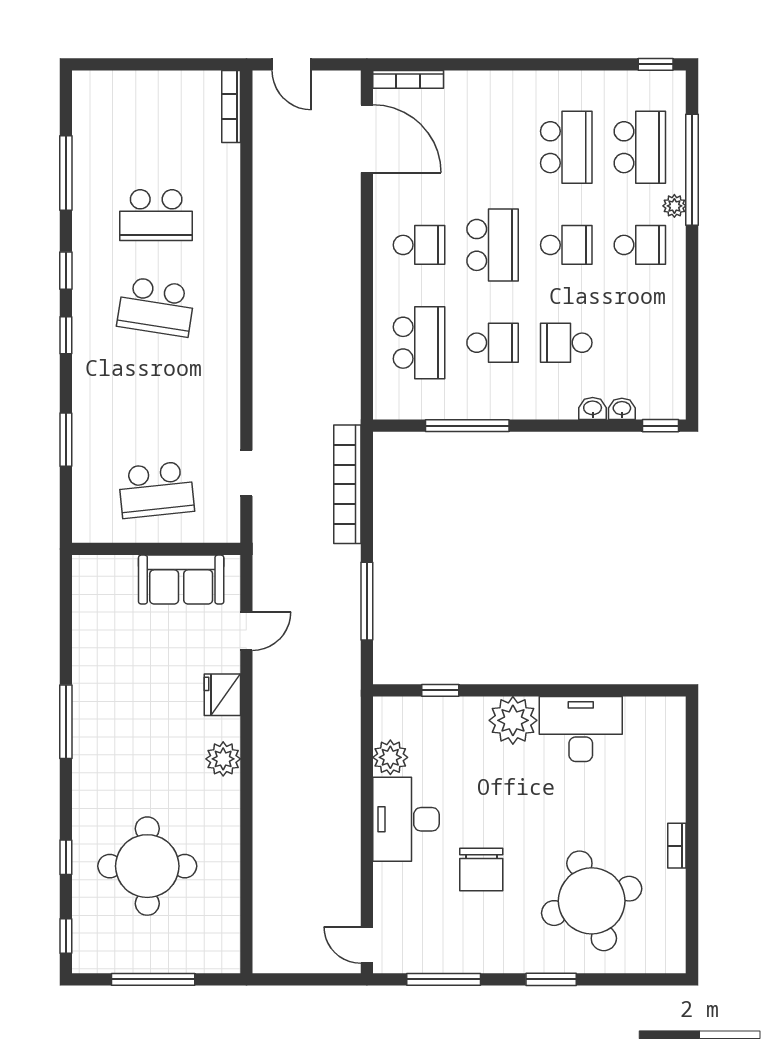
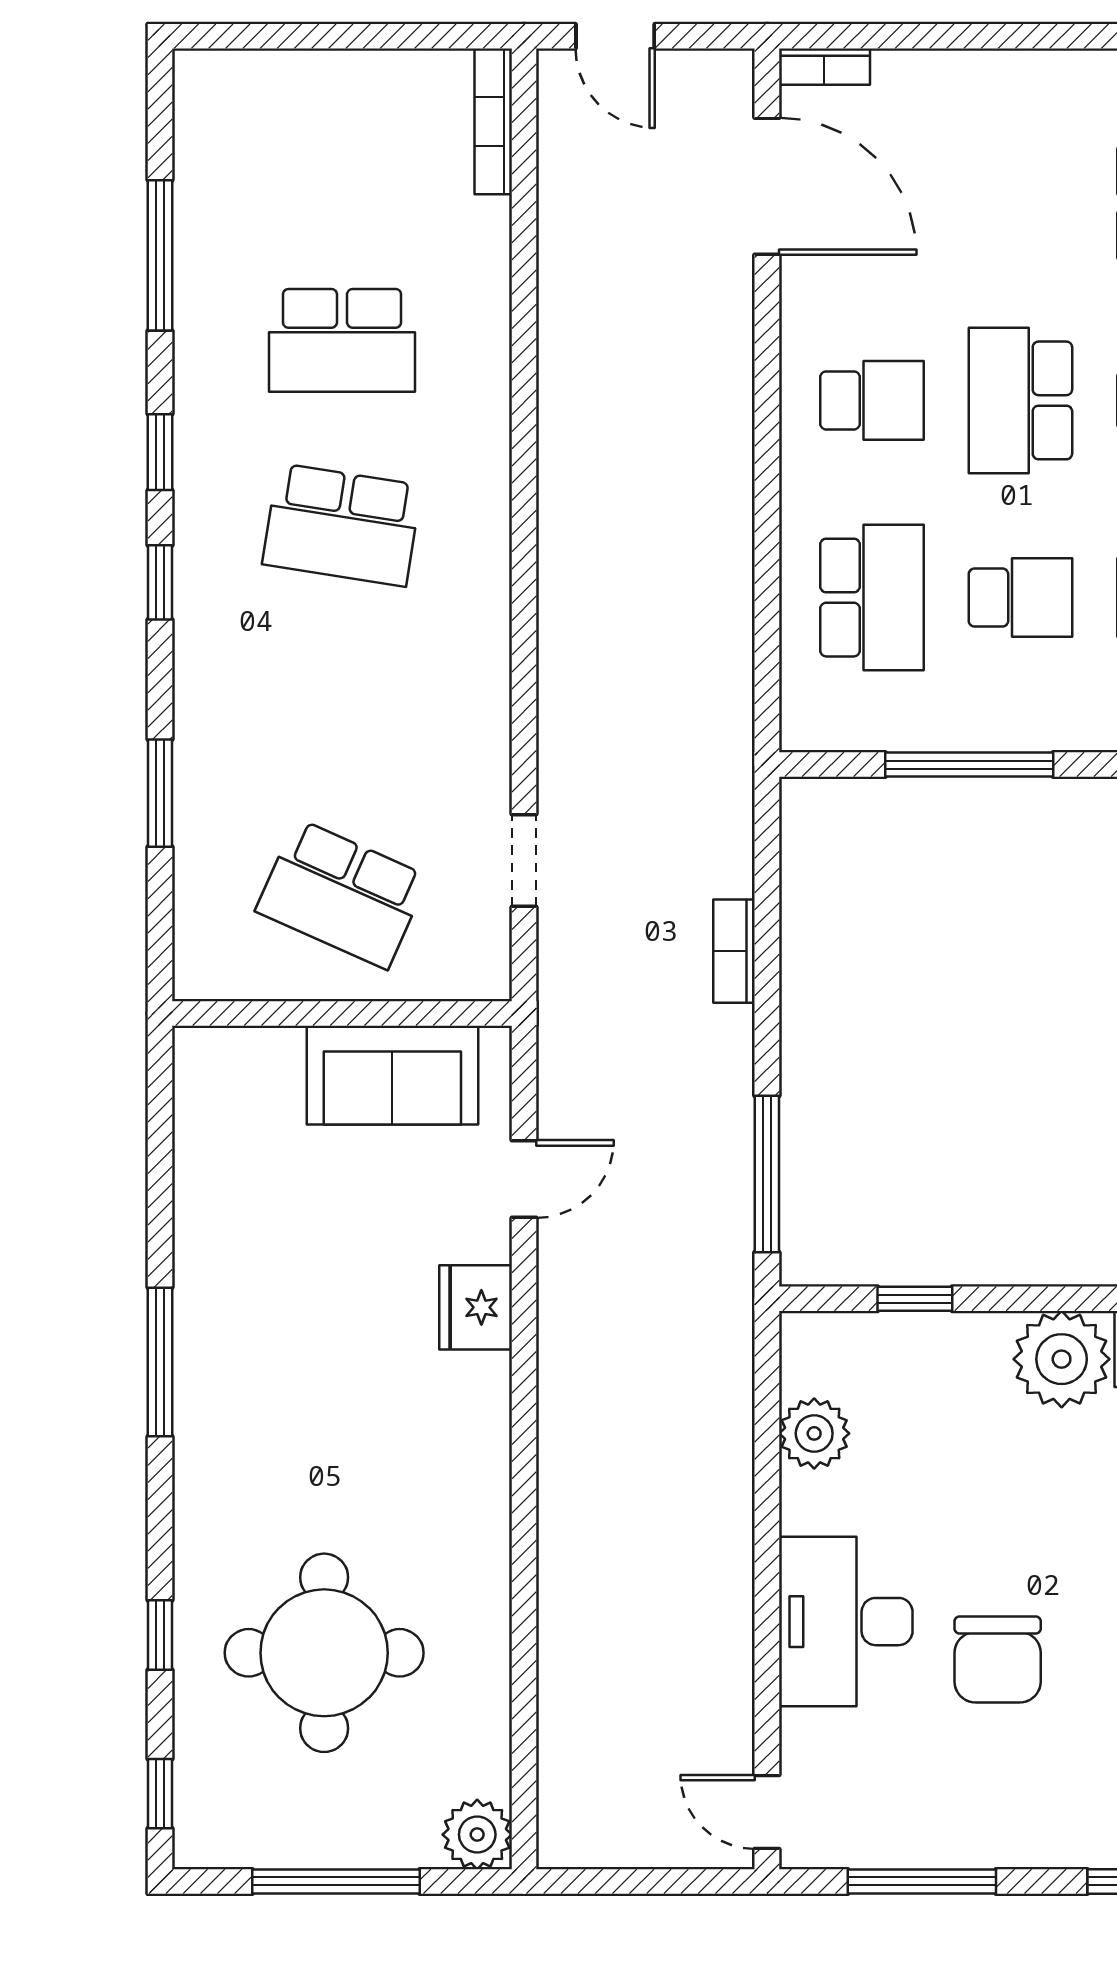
bookcase: (408, 79) -> (824, 67), width x0.64
school desk: (493, 245) -> (1020, 400), turned 180
bookcase: (347, 484) -> (734, 951), width x0.43, depth x0.76
school desk: (156, 490) -> (342, 894), turned 30
window: (367, 601) -> (767, 1174), moved
plant: (223, 759) -> (477, 1835), moved
desk: (406, 819) -> (846, 1622), moved

